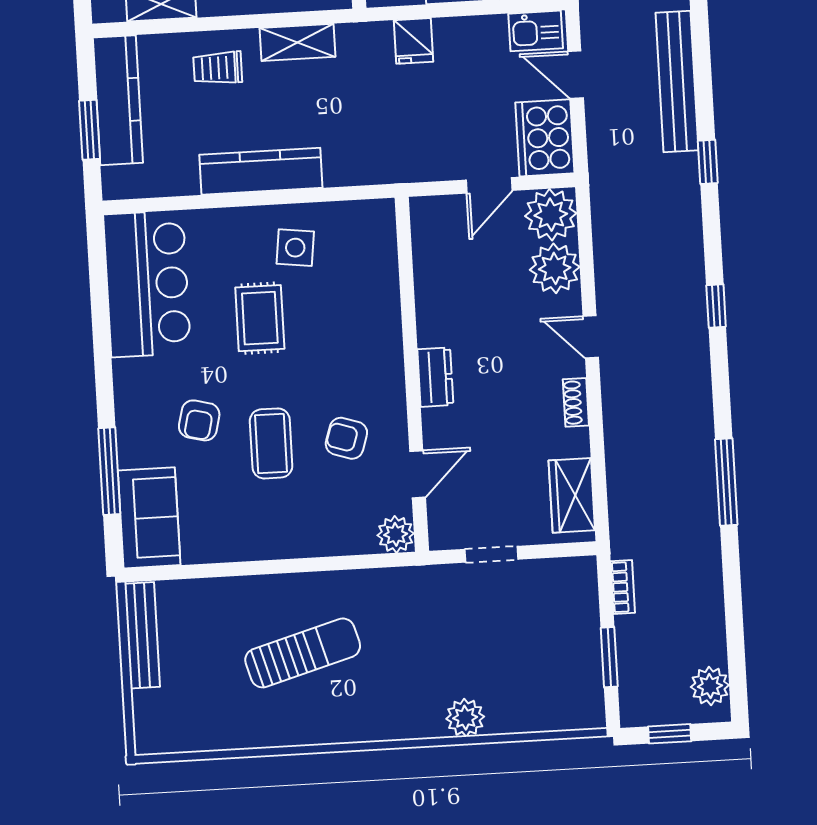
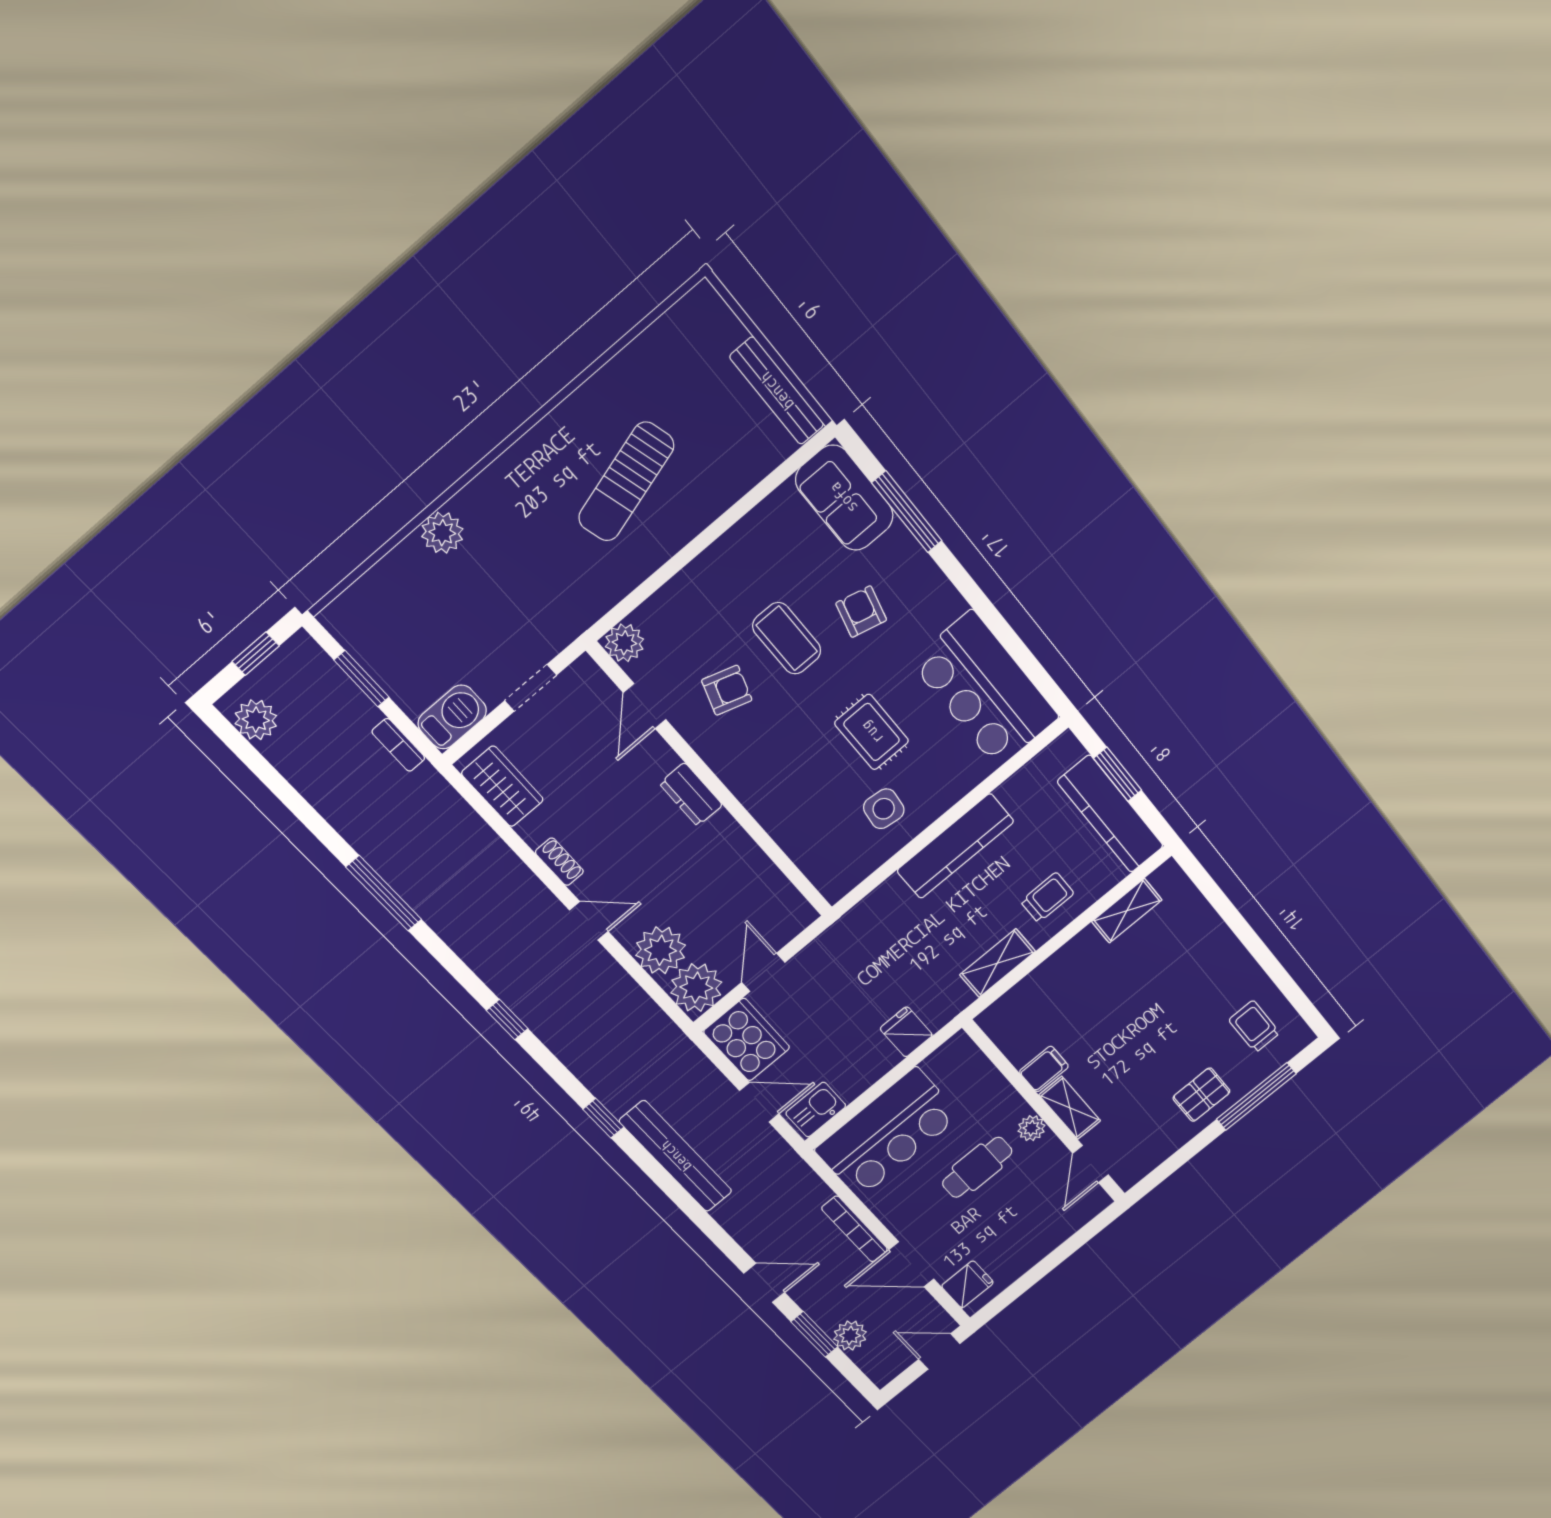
barbecue: (567, 577) -> (452, 717), added

